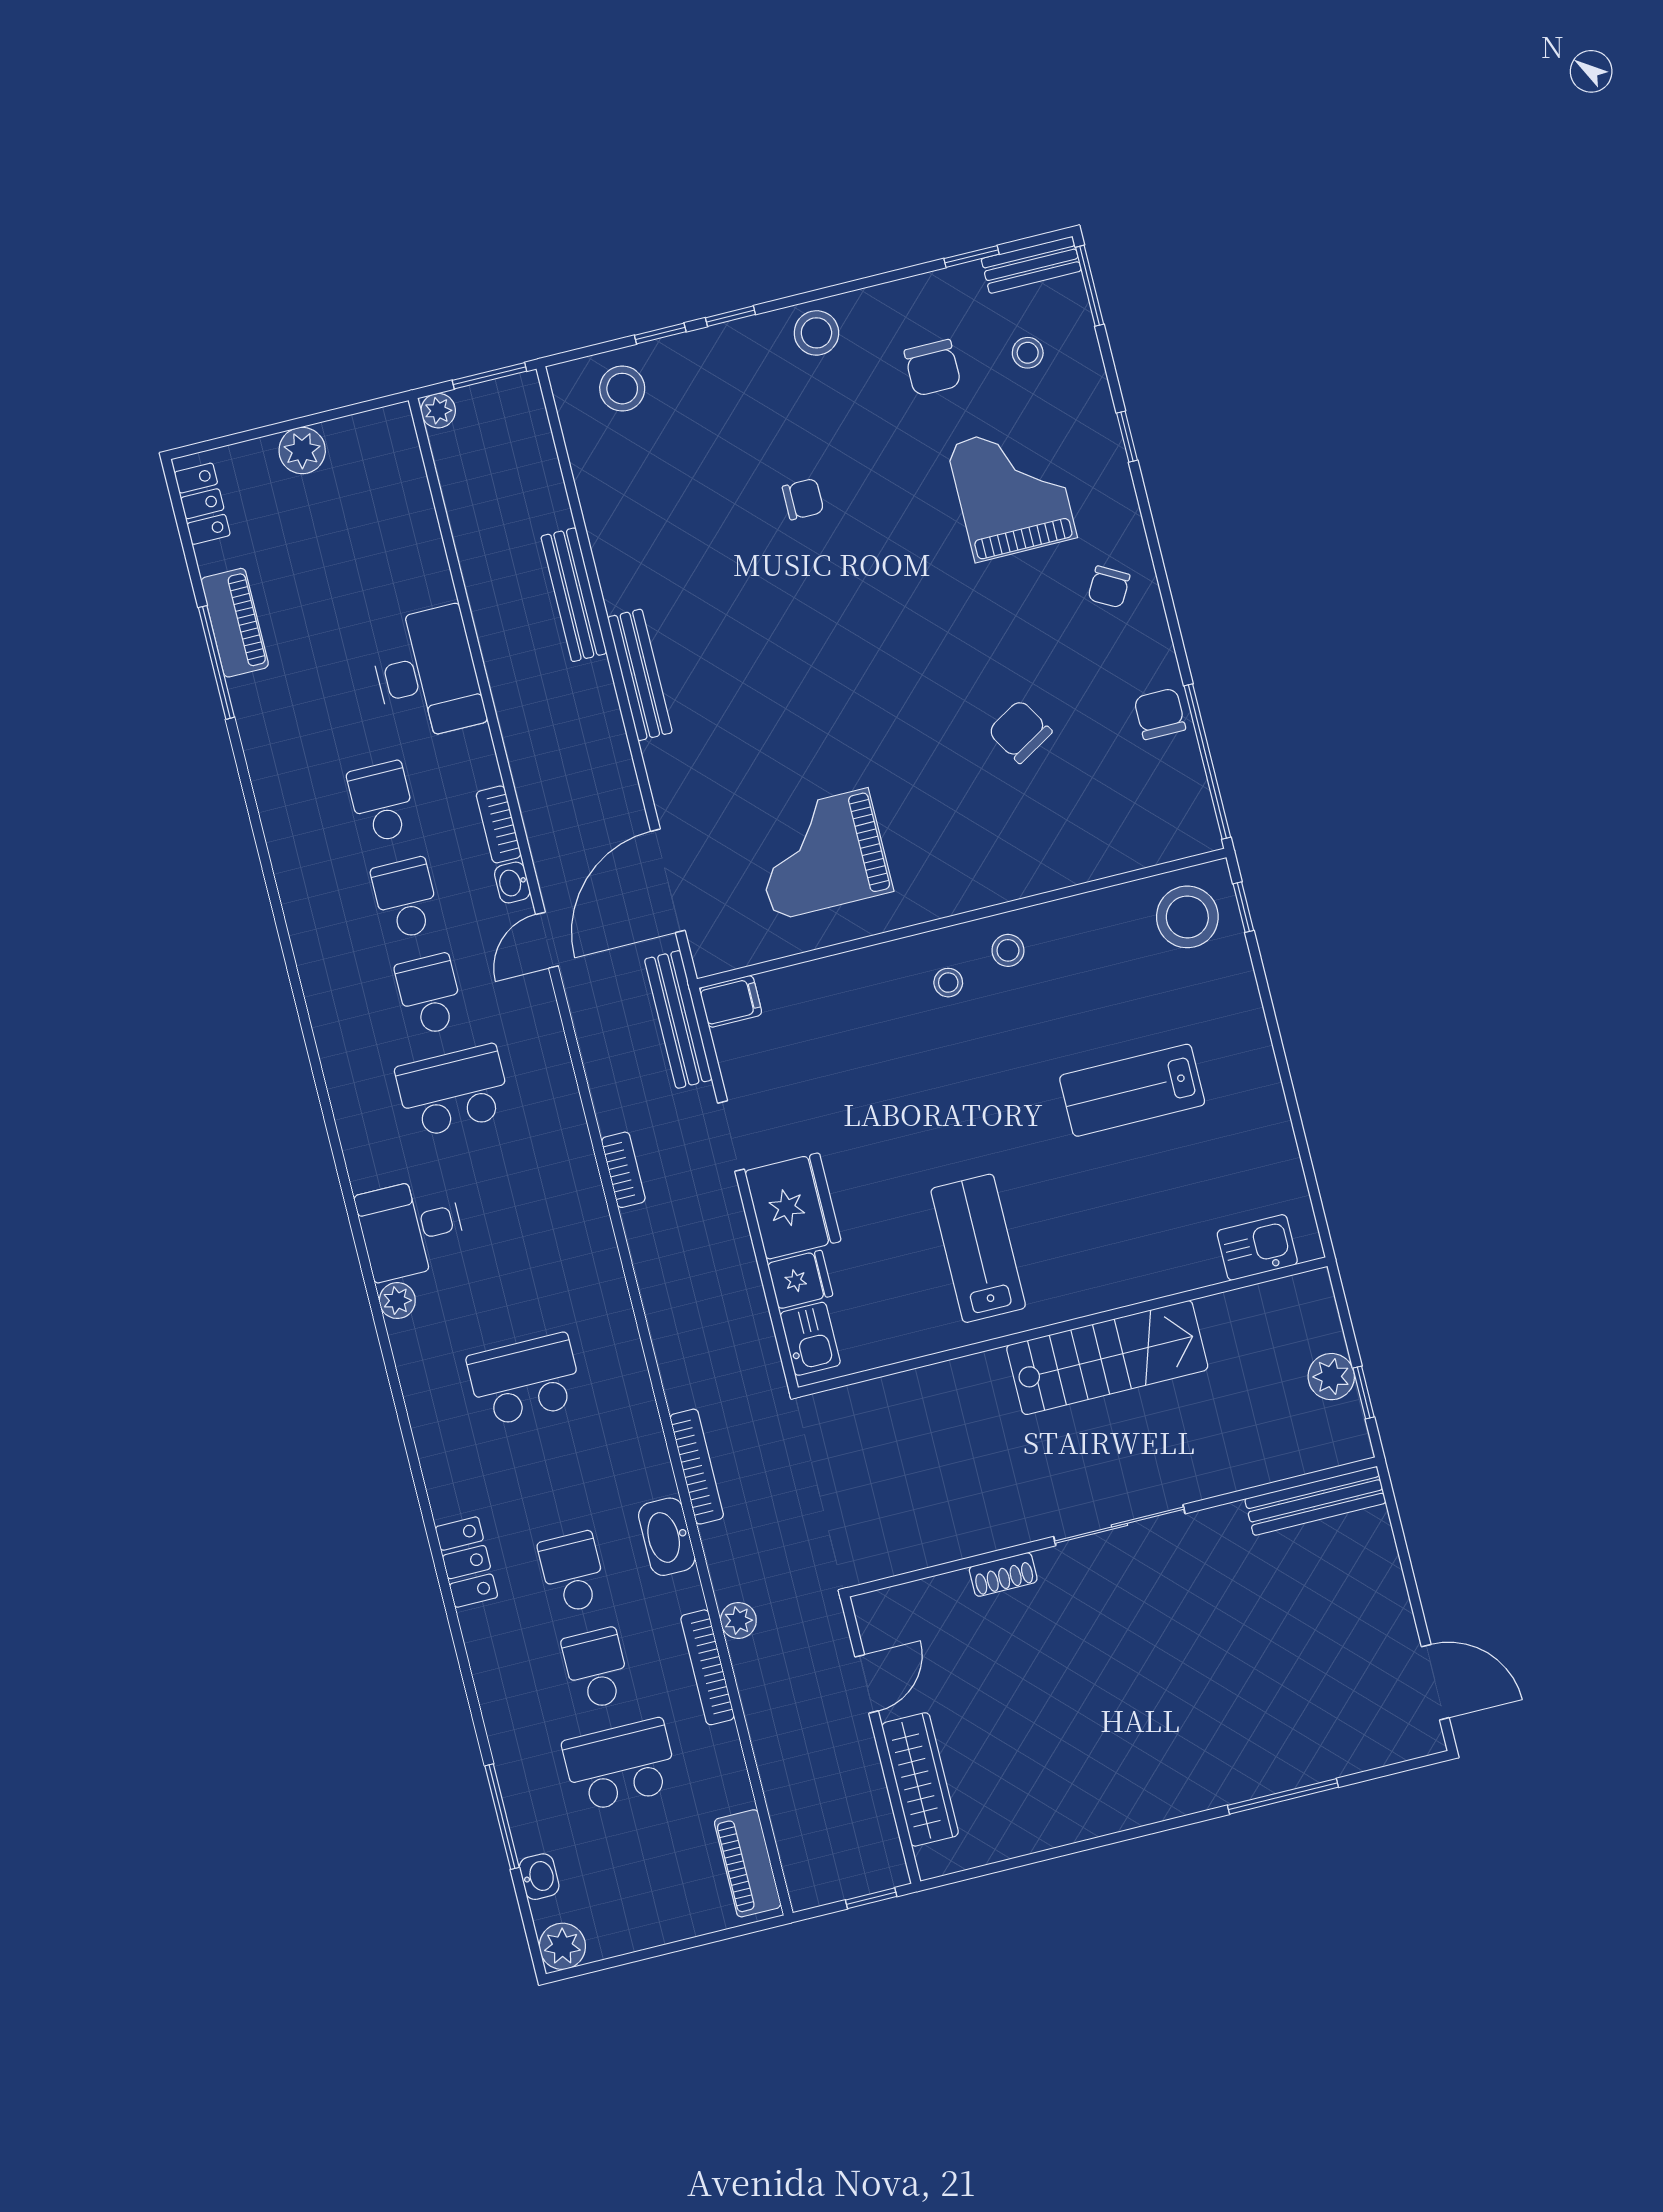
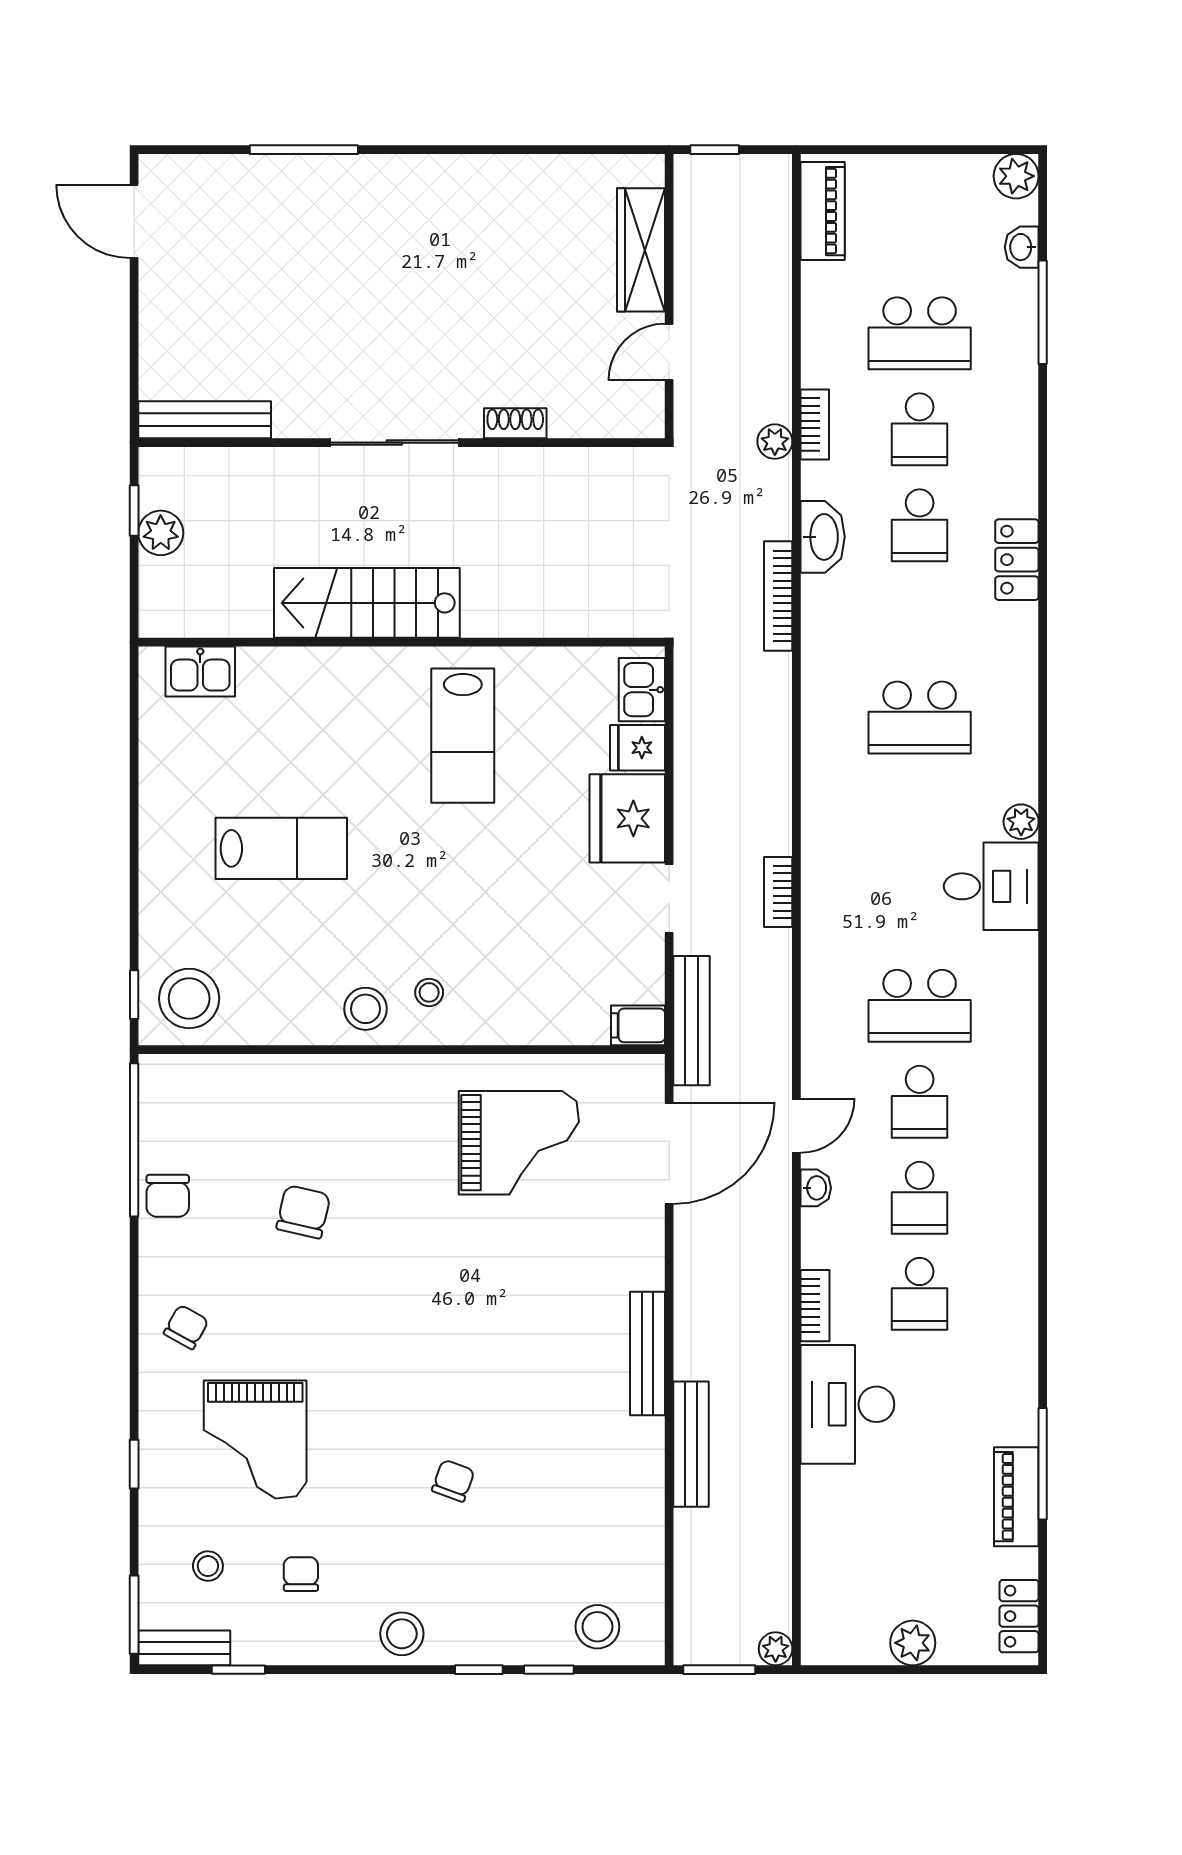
chair: (933, 368) -> (301, 1574), width x0.73, depth x0.73
chair: (803, 499) -> (453, 1481), turned 110
chair: (1020, 731) -> (303, 1212), turned -136
bookcase: (499, 824) -> (815, 1306), moved
stool: (1008, 950) -> (366, 1009), width x1.37, depth x1.37
bookcase: (708, 1667) -> (815, 424), width x0.64

